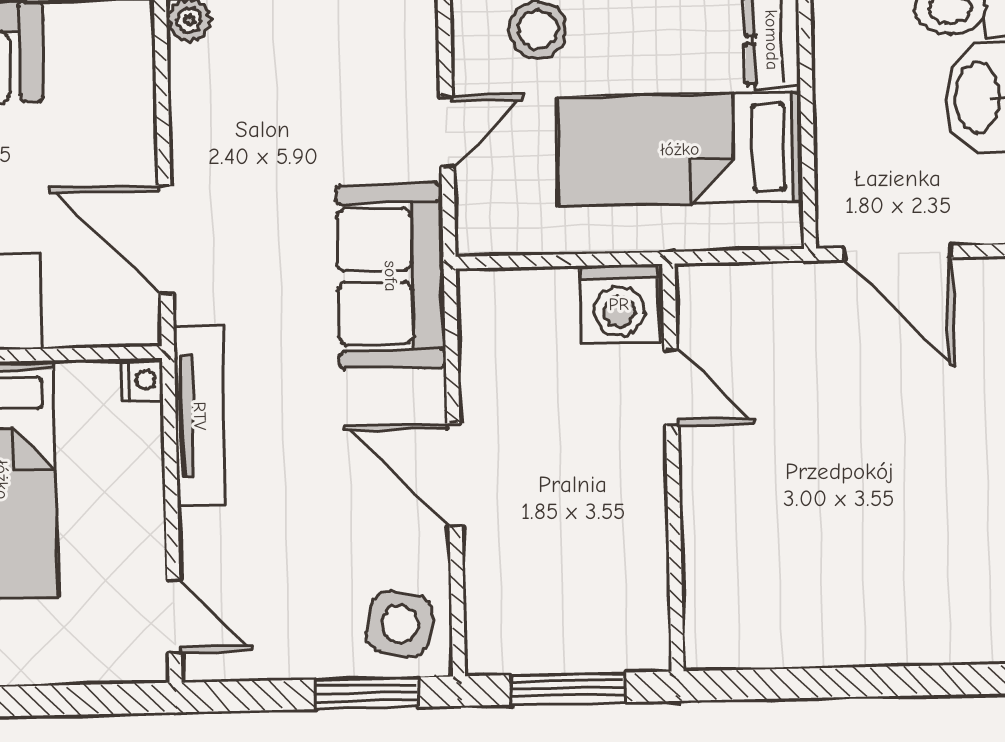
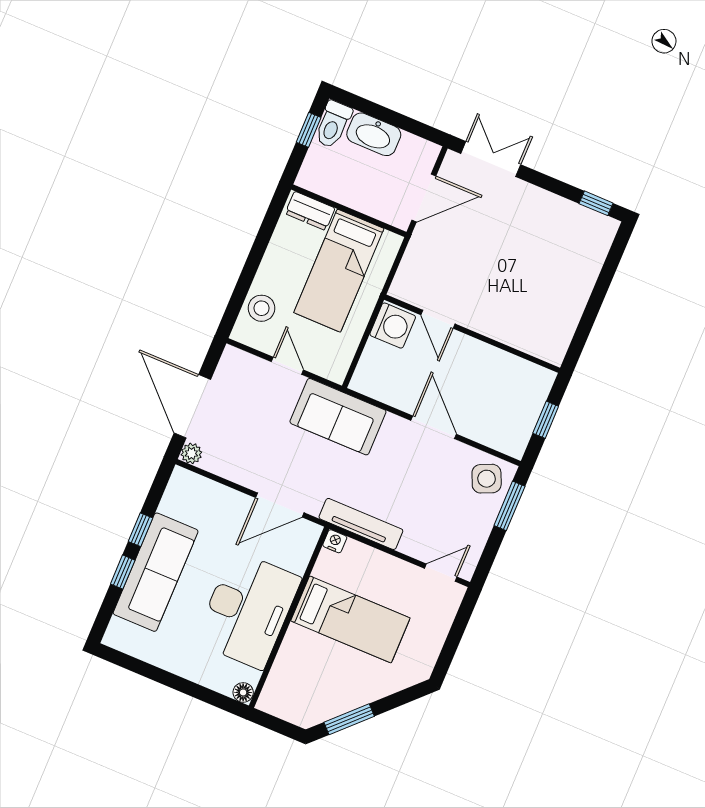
door: (671, 387) -> (438, 319), swing flipped
door: (454, 474) -> (434, 427), swing flipped
side table: (400, 624) -> (487, 479), turned -37
window: (568, 689) -> (546, 420), width x0.67

